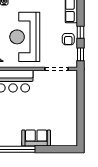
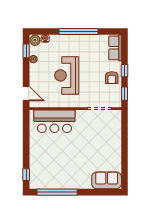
reception desk: (25, 37) -> (67, 75), width x0.74, depth x0.77
sofa: (36, 138) -> (107, 180), moved

